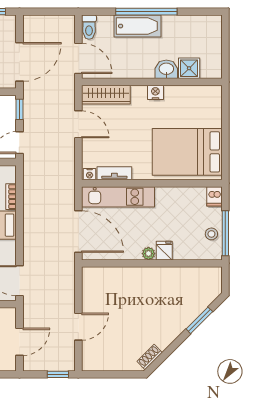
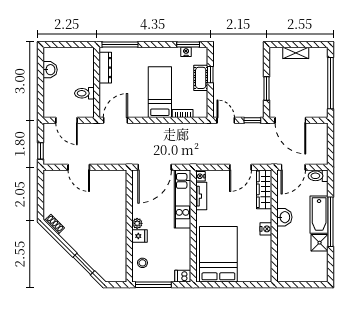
shower: (189, 68) -> (320, 243), moved
washbasin: (166, 69) -> (284, 217), moved
stool: (211, 234) -> (142, 263), moved

